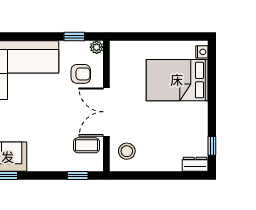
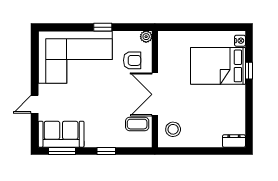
window: (74, 37) -> (103, 27), moved
window: (212, 146) -> (249, 71), moved
window: (78, 176) -> (106, 151), moved

